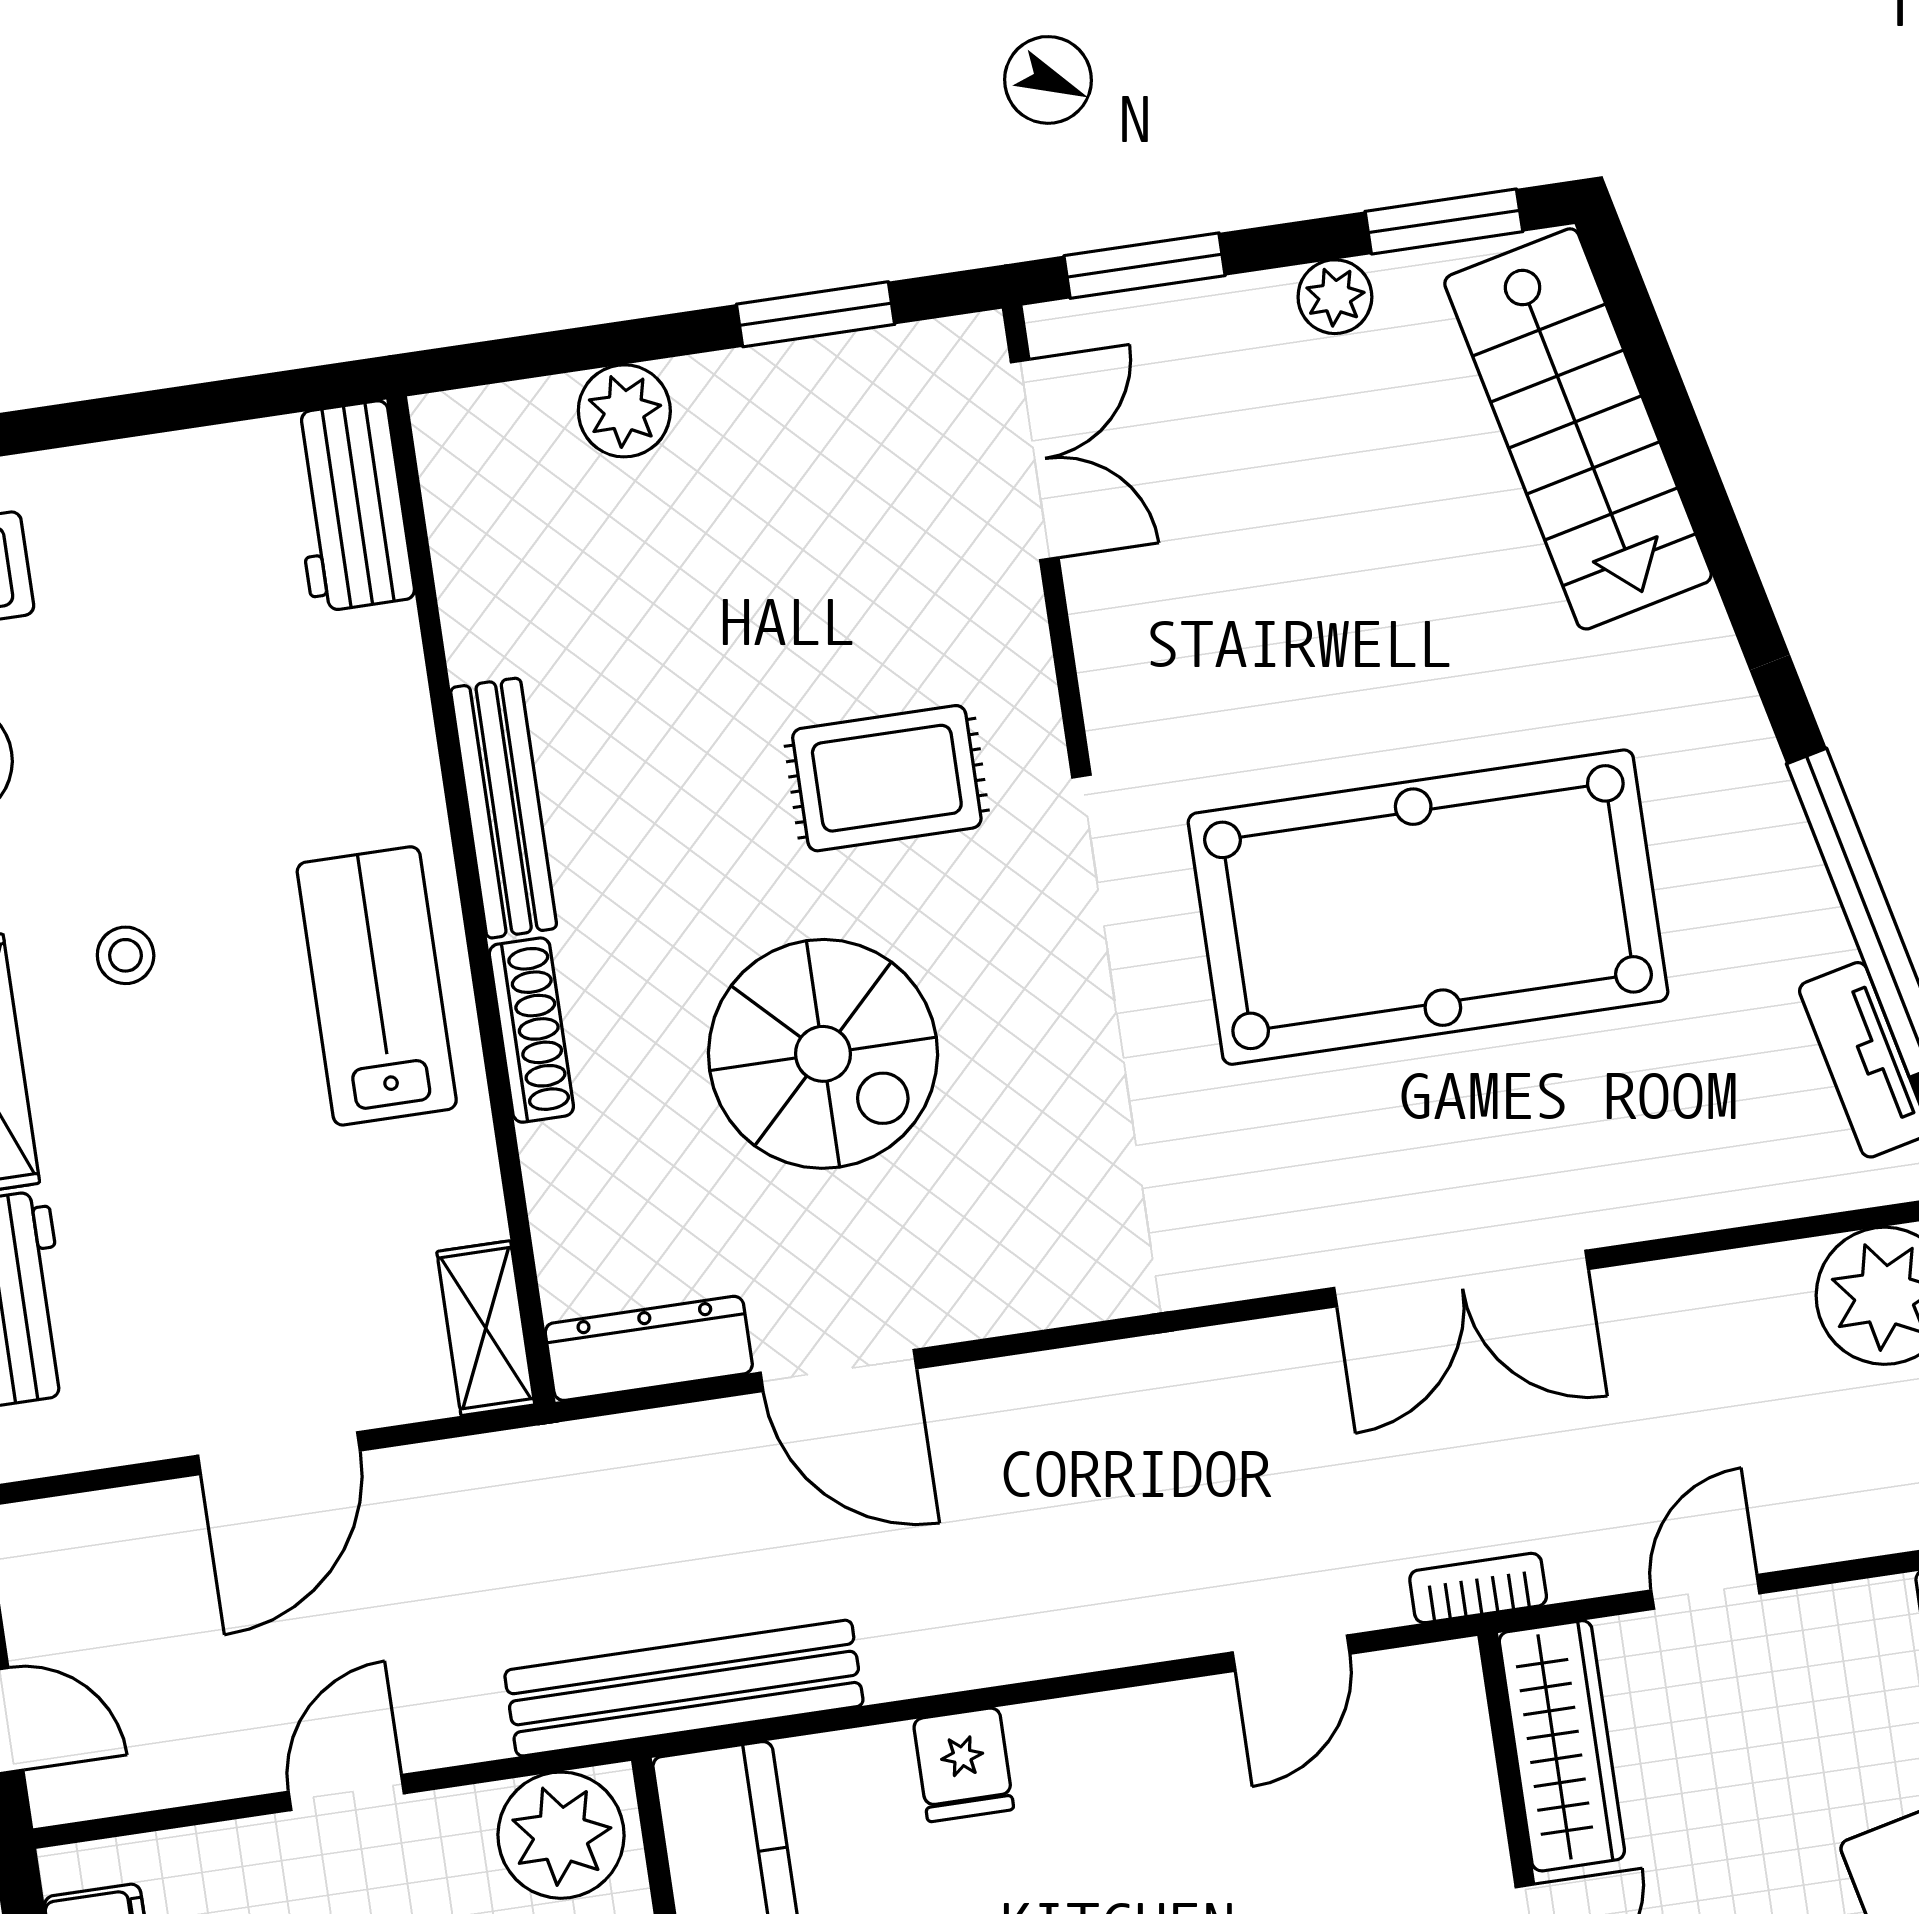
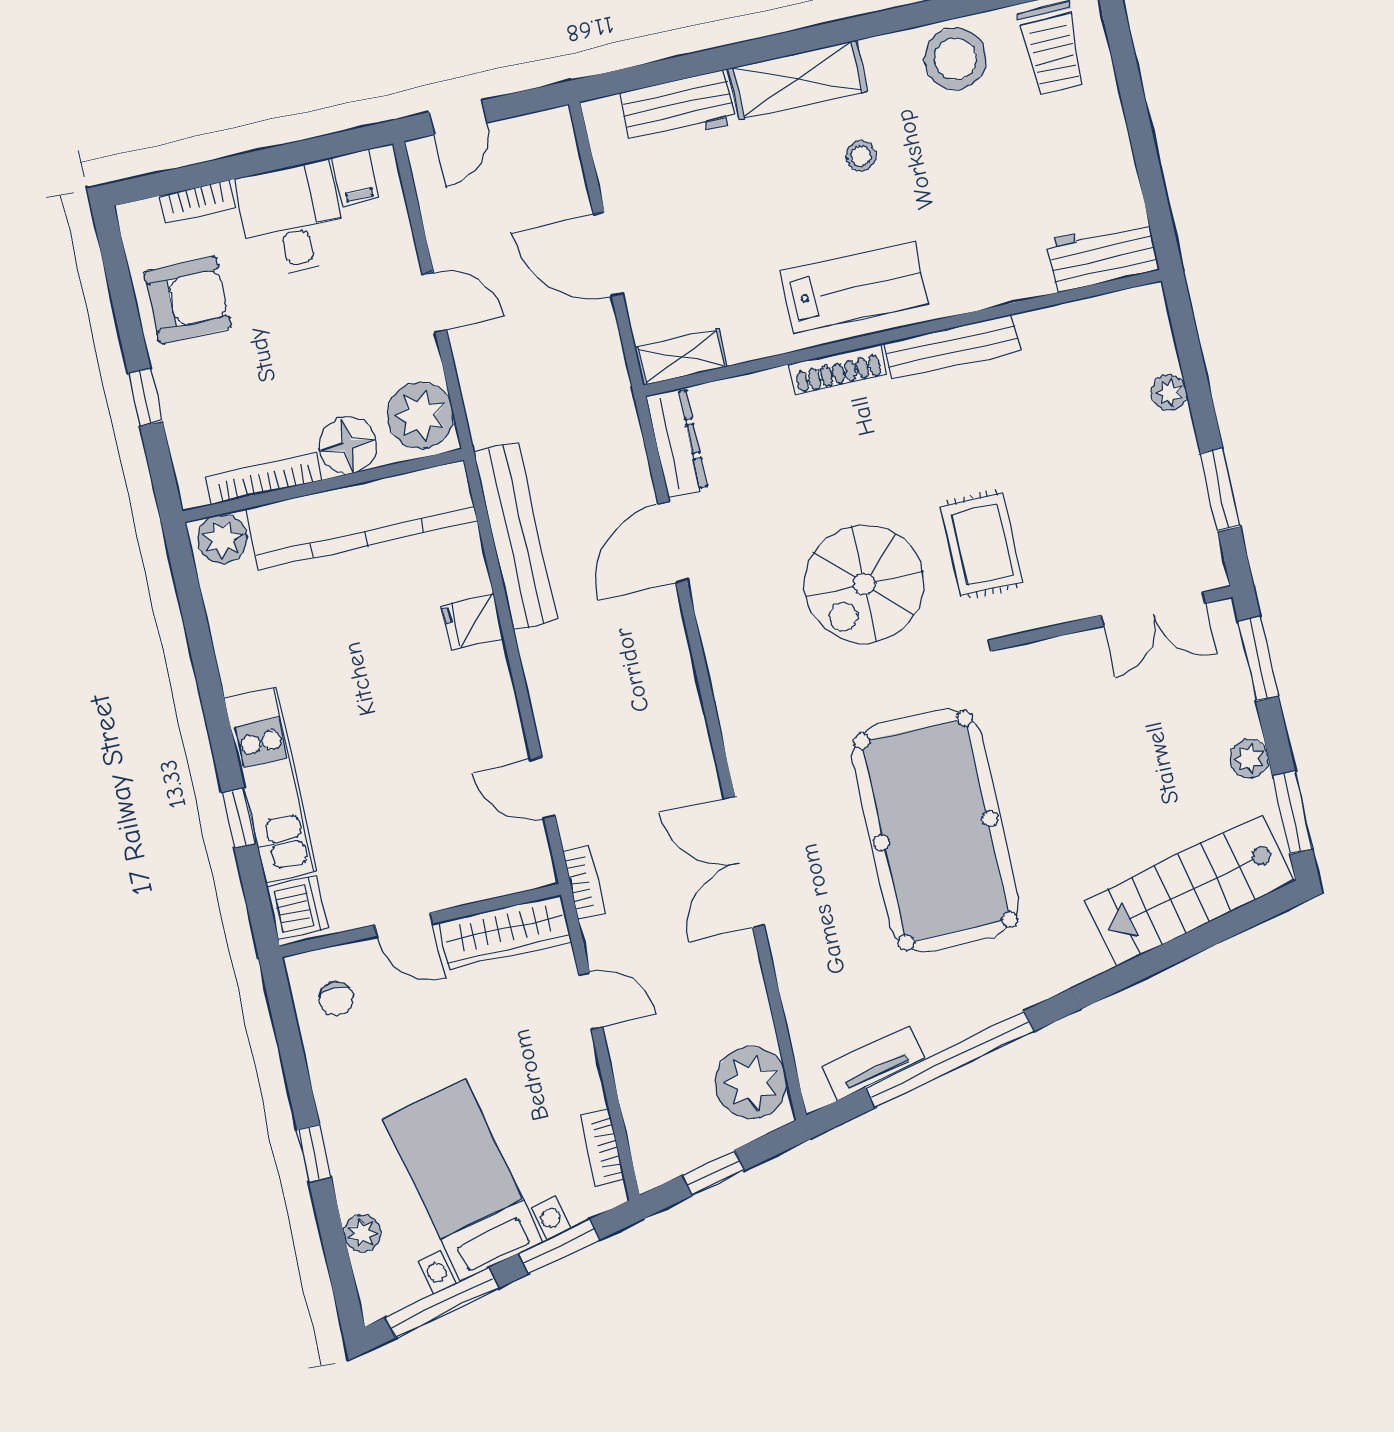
plant: (624, 411) -> (1169, 393), width x0.73, depth x0.73
spiral stairs: (823, 1054) -> (864, 584), moved
bench: (684, 1688) -> (515, 536), moved

